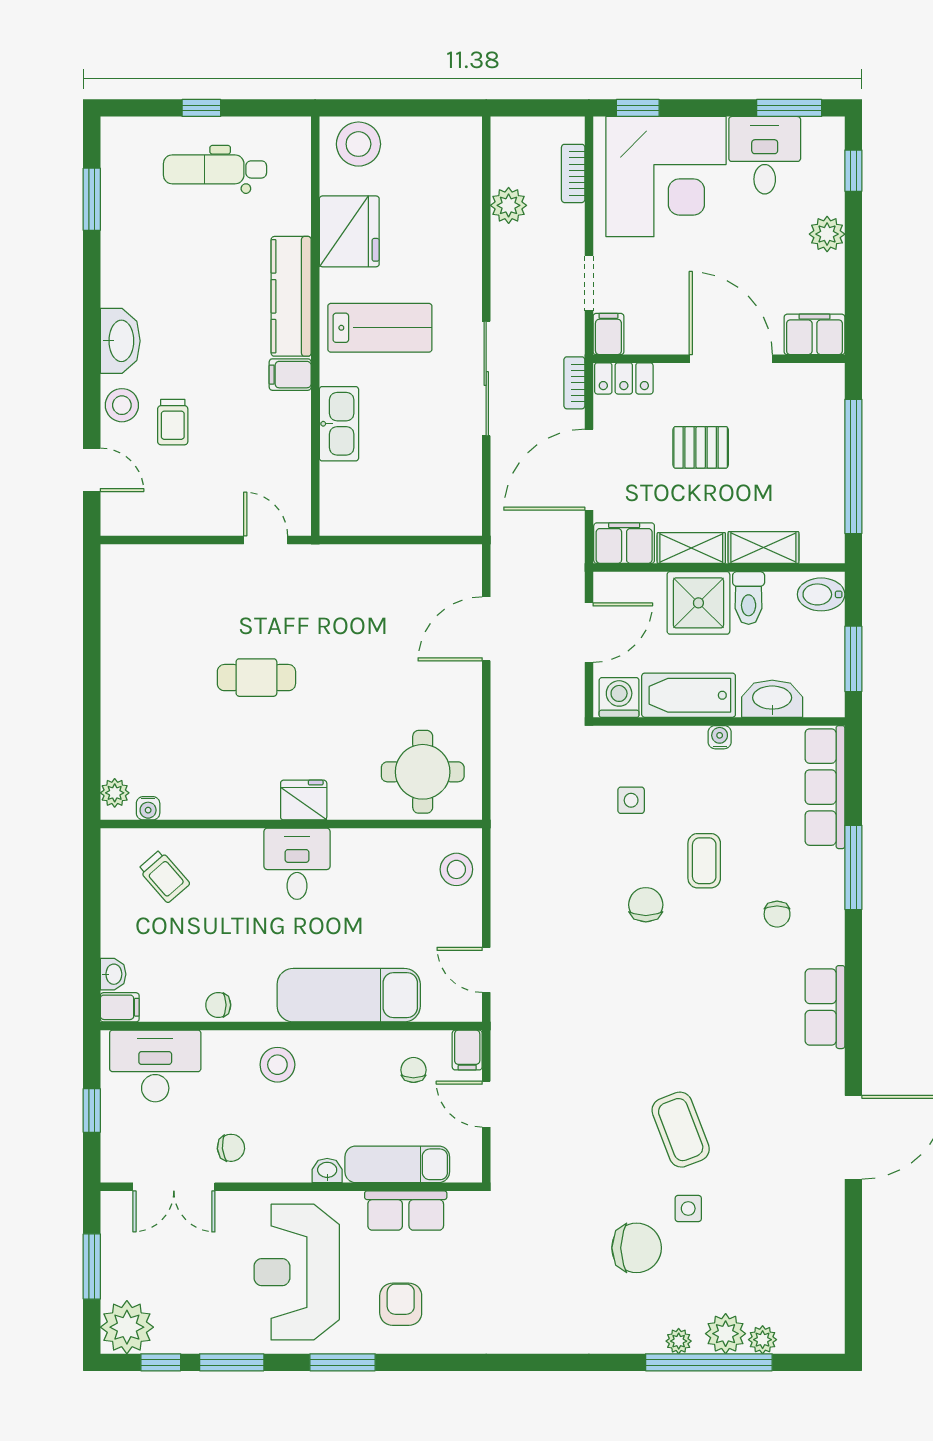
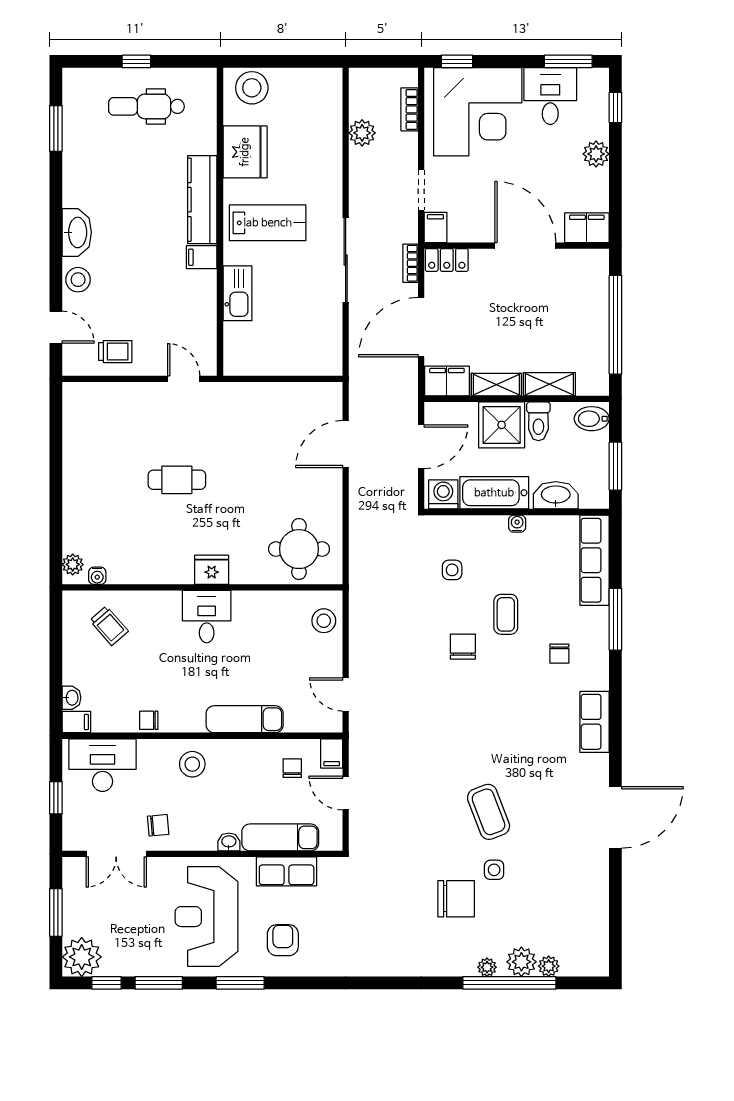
trolley: (173, 422) -> (115, 352), moved, turned -90
pallet: (701, 447) -> (503, 311), removed
exam couch: (349, 995) -> (245, 719), width x0.73, depth x0.69

